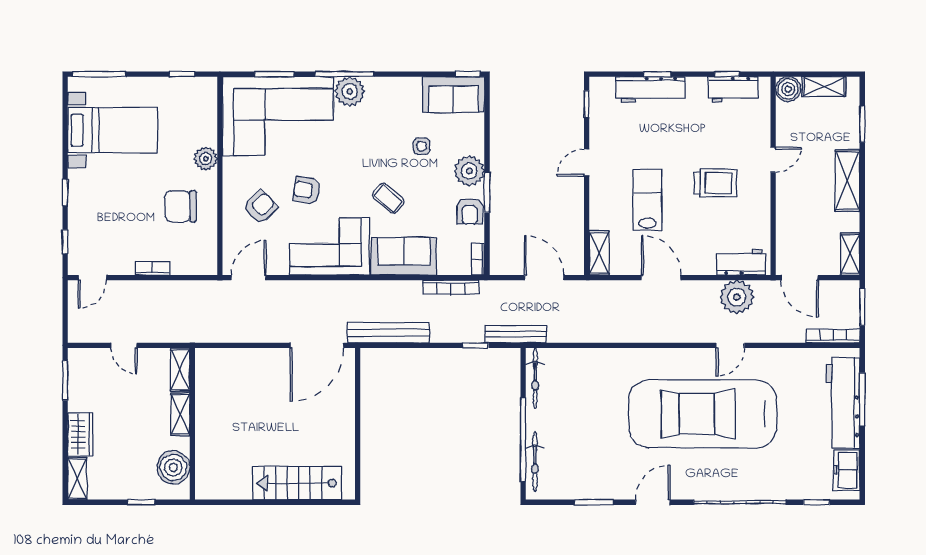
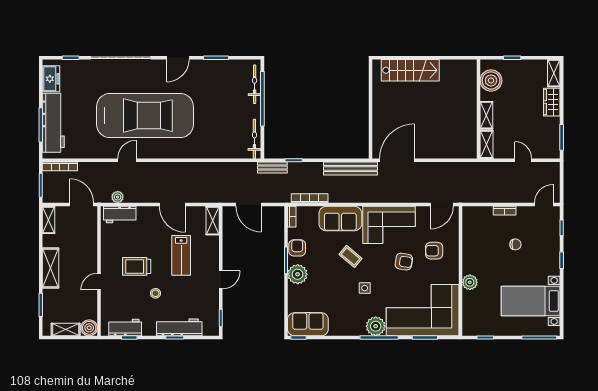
stool: (687, 142) -> (155, 293), added
side table: (422, 146) -> (365, 288), moved
chair: (180, 206) -> (515, 244), moved, width x0.54, depth x0.54
armchair: (260, 207) -> (434, 251), turned 44
plant: (737, 297) -> (118, 197), width x0.53, depth x0.53
bench: (516, 334) -> (272, 167), width x0.73

